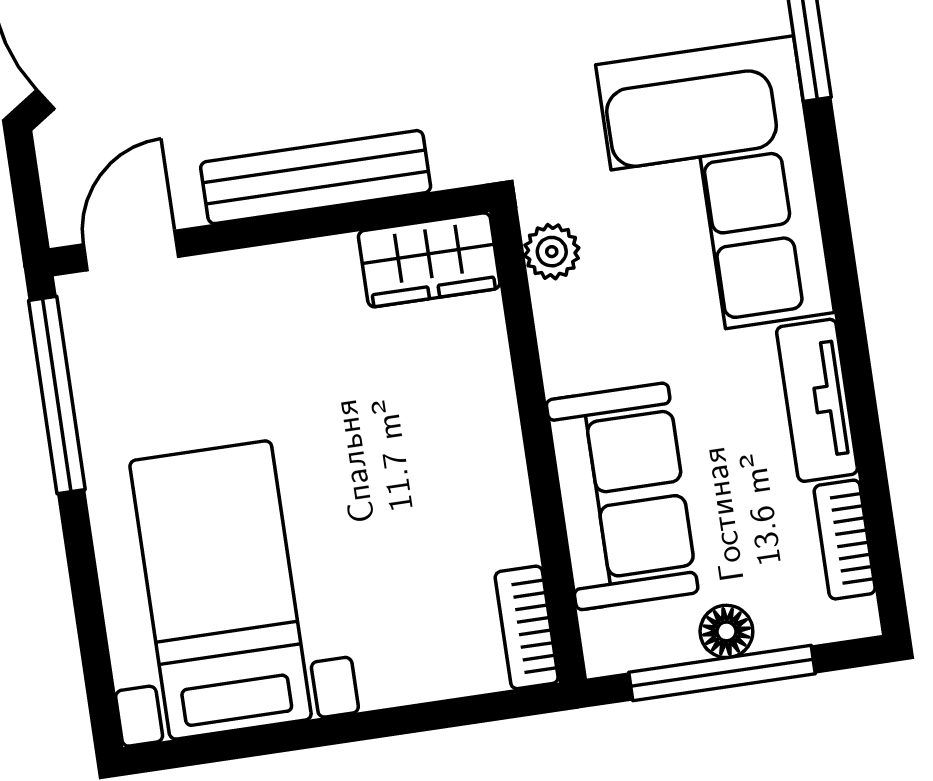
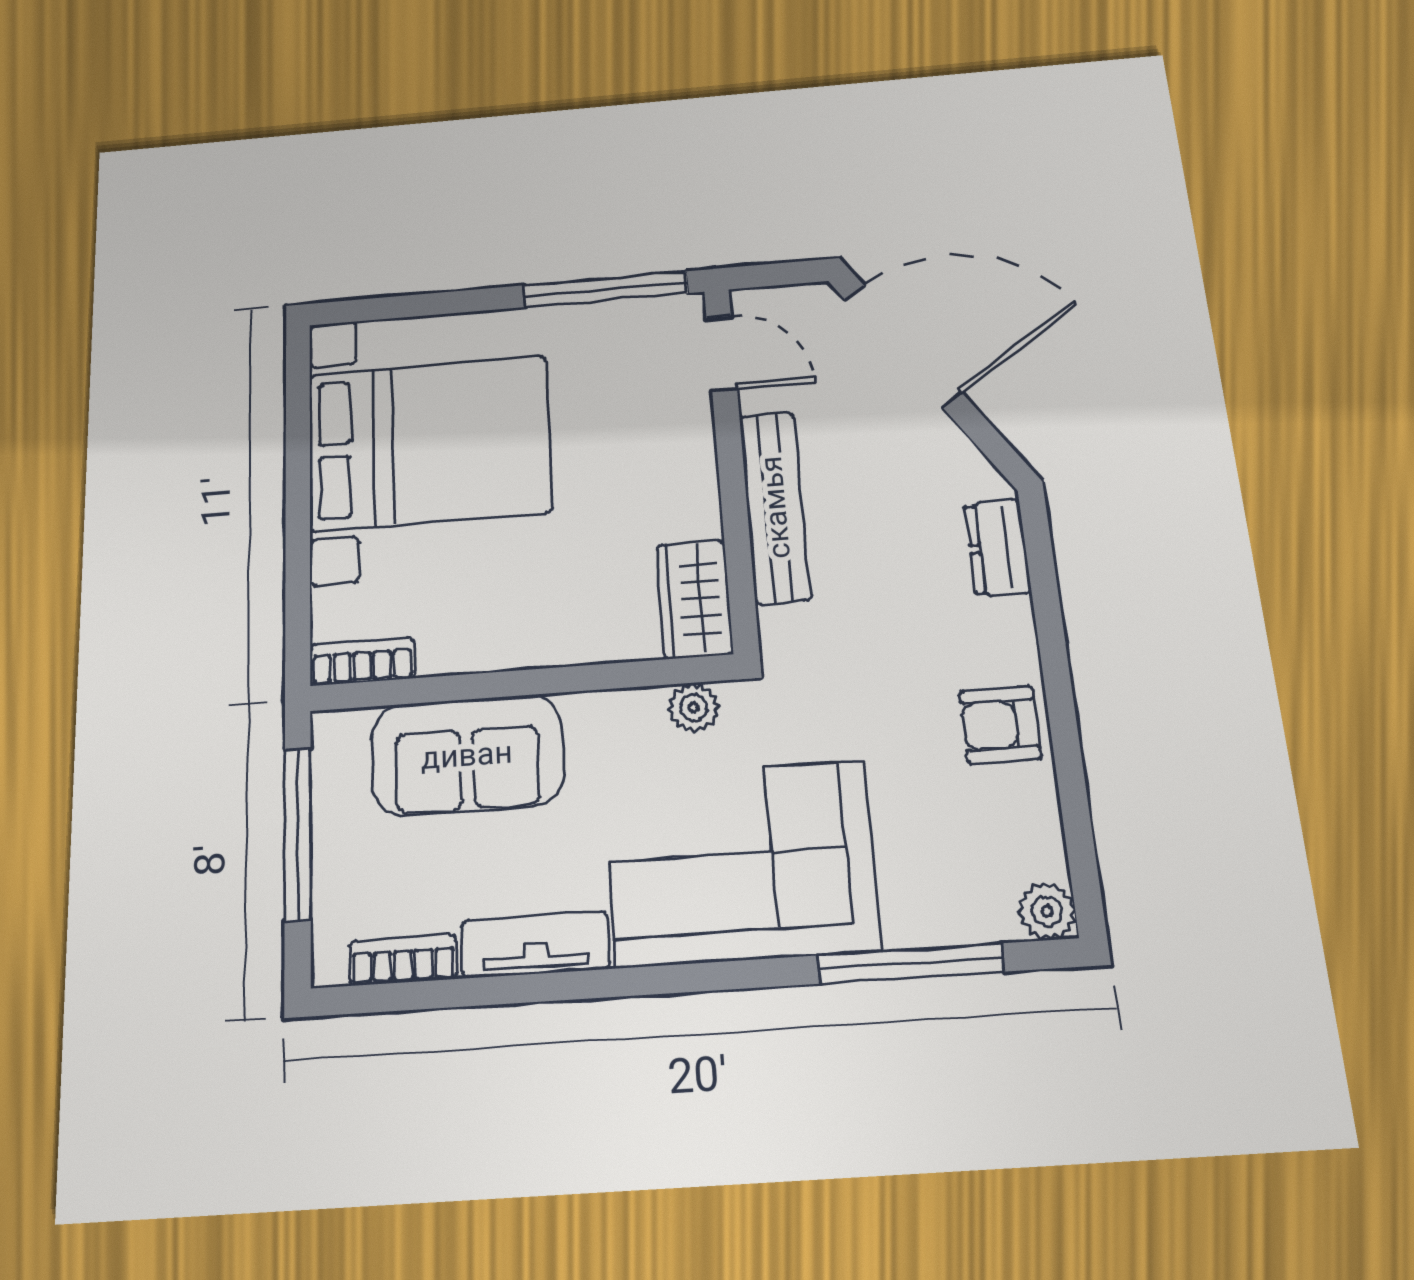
bed with nightstands: (221, 590) -> (429, 443), width x1.36
floor lamp: (726, 631) -> (334, 841), removed

